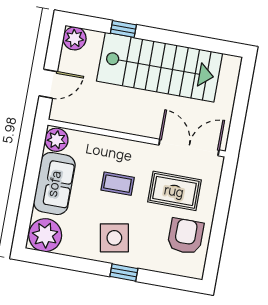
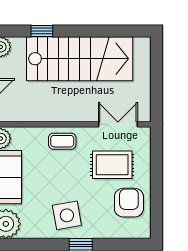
double door: (189, 148) -> (118, 124), width x0.73
coffee table: (118, 184) -> (62, 141), moved

